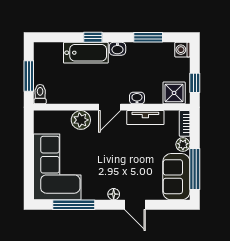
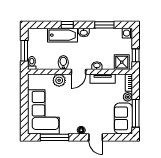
bidet: (87, 93) -> (63, 63), added

